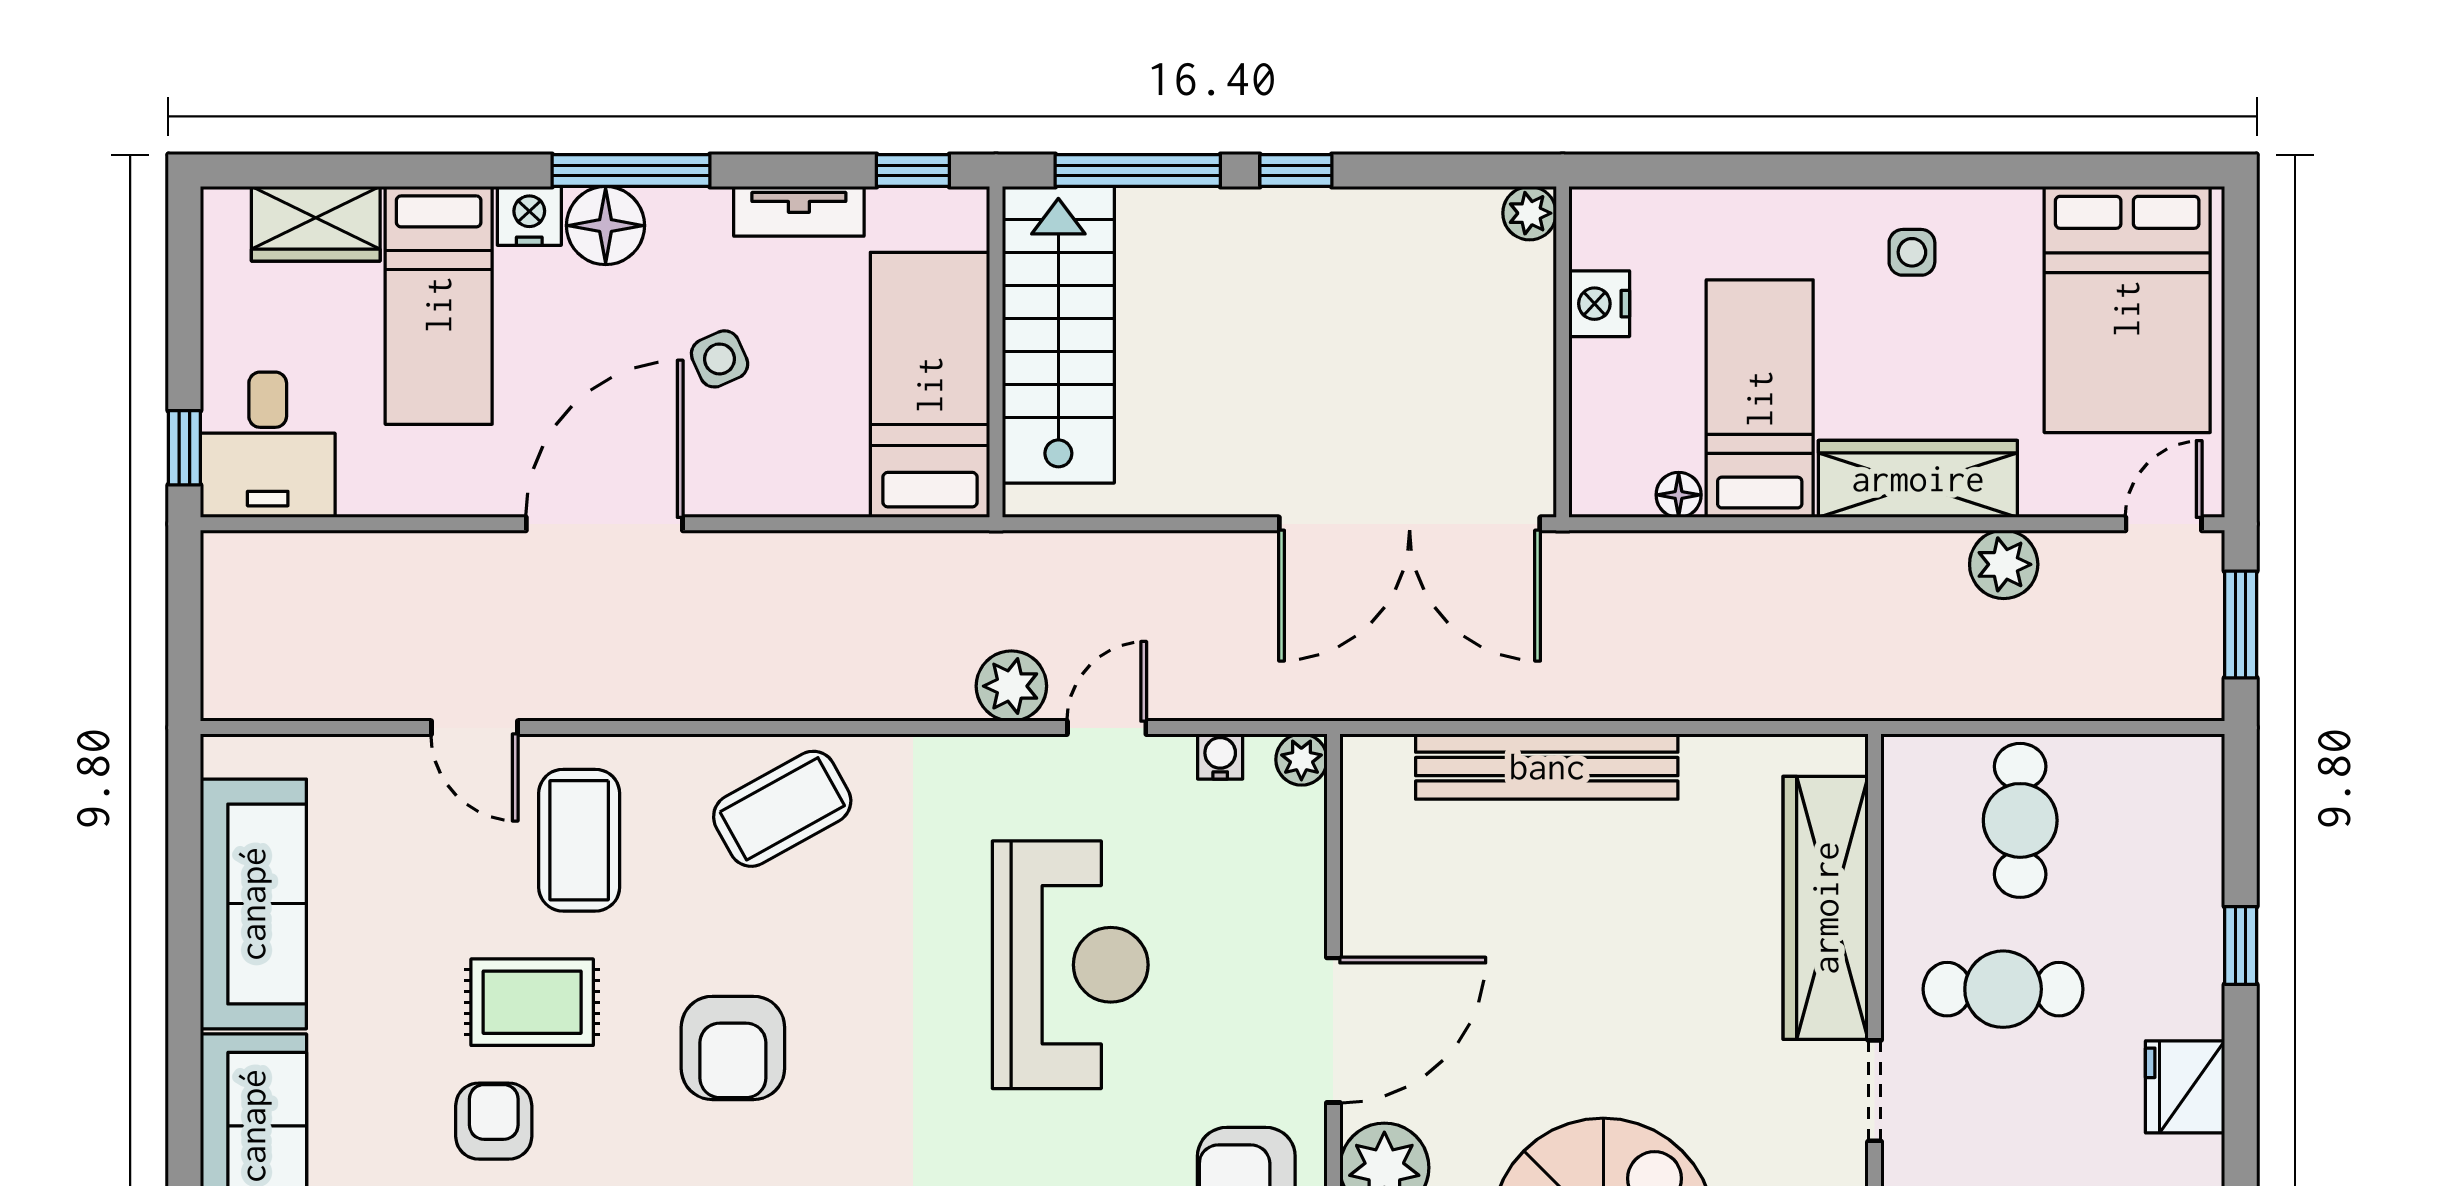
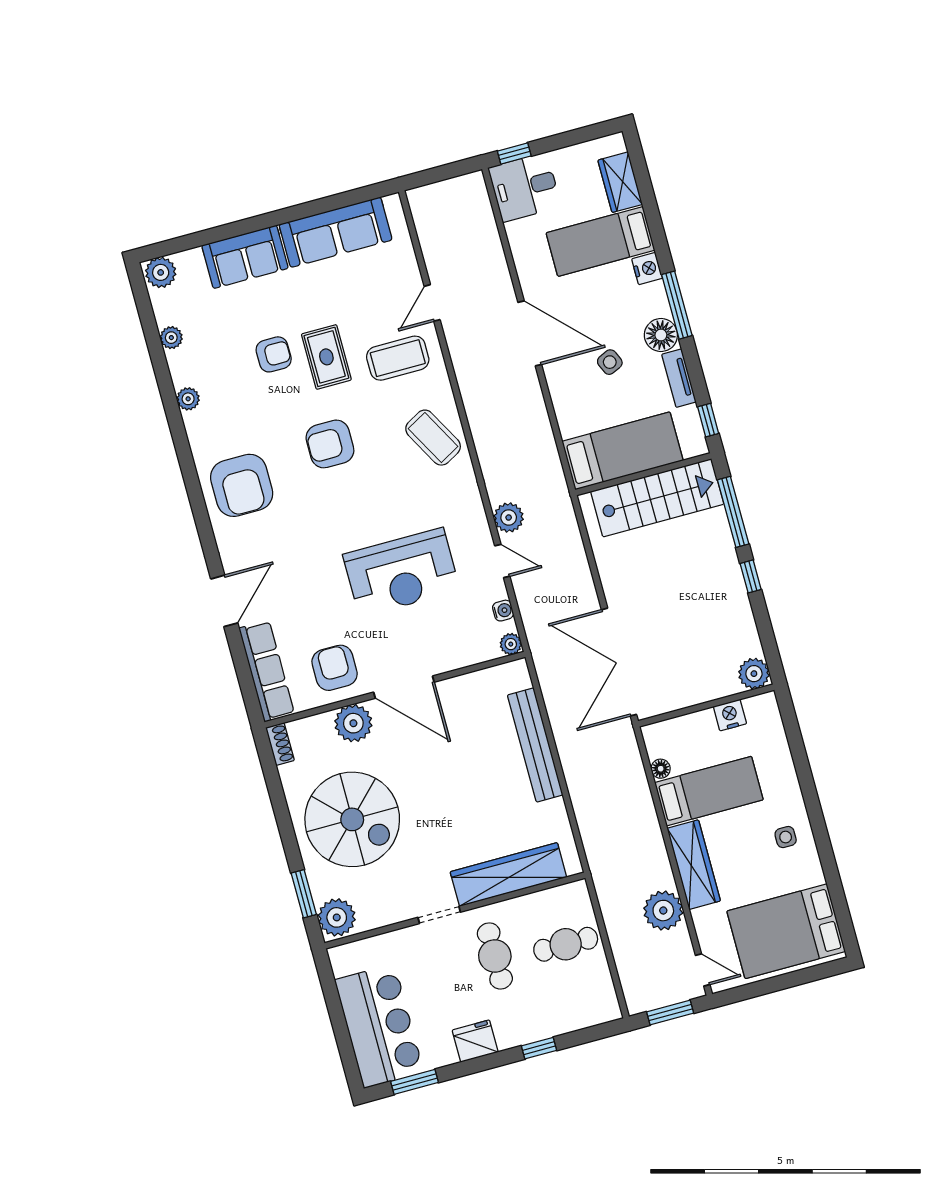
plant: (1530, 213) -> (754, 674), width x1.38, depth x1.38
floor lamp: (606, 226) -> (661, 335), moved
plant: (2004, 564) -> (663, 911), width x1.36, depth x1.36

